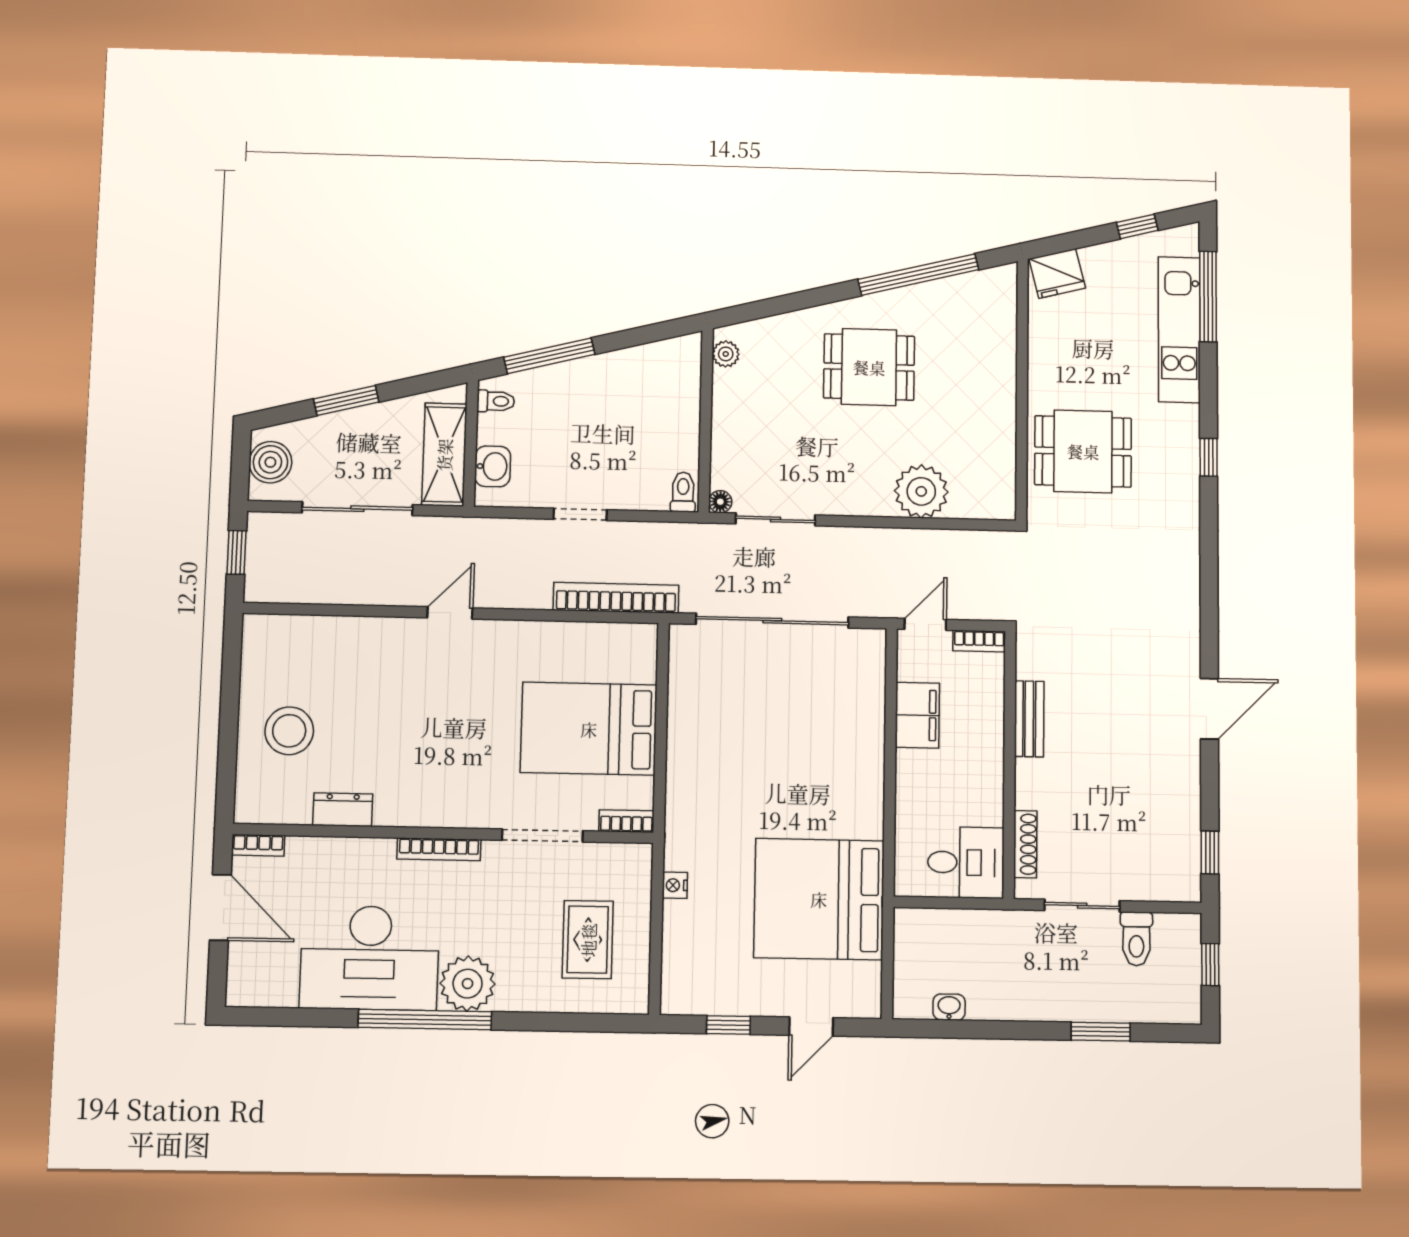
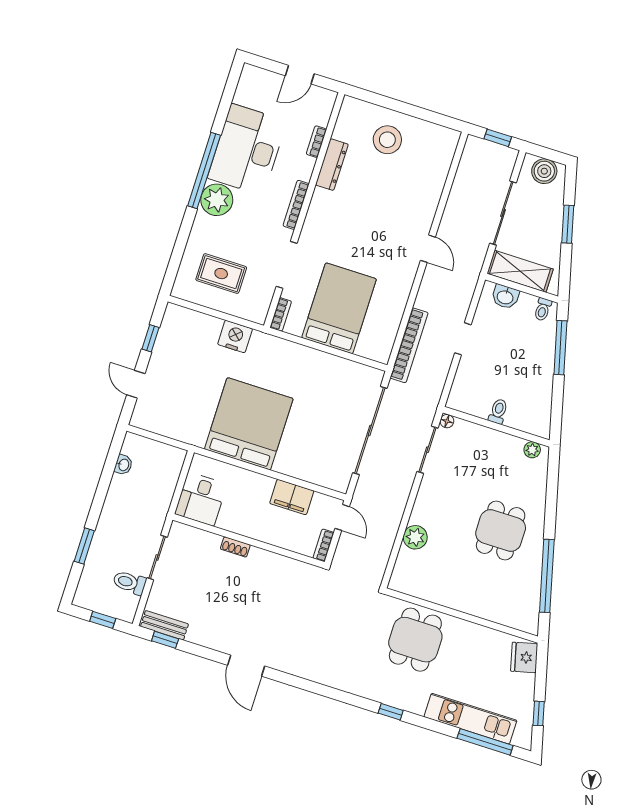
plant: (921, 491) -> (415, 537), width x0.73, depth x0.73
toilet: (683, 492) -> (498, 411), moved, turned -90
bench: (1029, 719) -> (164, 625), moved
dresser: (343, 810) -> (332, 165), width x1.44
shoe rack: (1025, 844) -> (235, 547), moved, width x0.70
bookcase: (258, 845) -> (316, 142), moved
nightstand: (675, 885) -> (235, 337), width x1.89, depth x1.79
bed: (819, 899) -> (249, 424), moved
door: (220, 907) -> (300, 75), width x0.73

